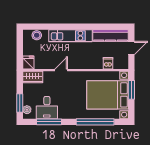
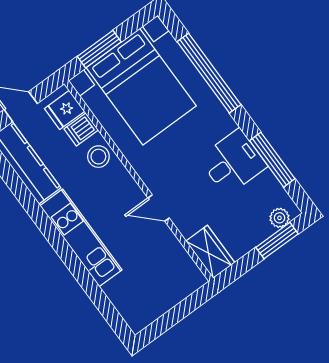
stool: (37, 35) -> (98, 157), moved
fridge: (28, 62) -> (65, 110), moved
desk: (47, 108) -> (233, 162), moved

